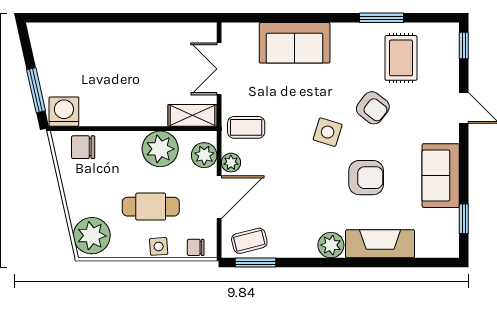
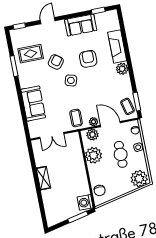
shelving: (192, 115) -> (43, 178), moved

